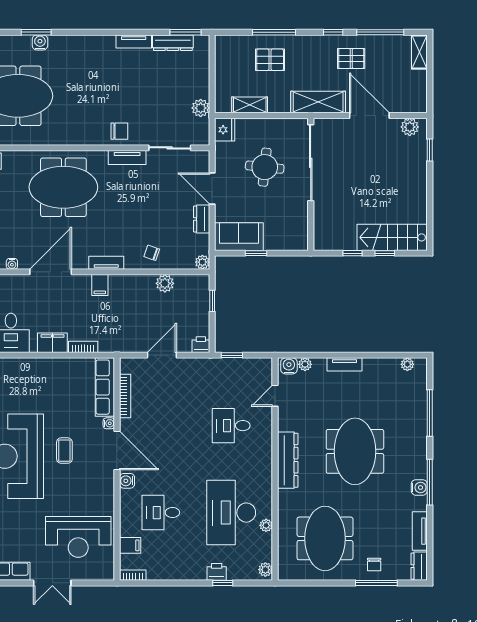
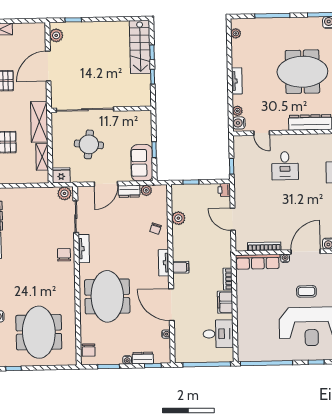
shelving: (318, 102) -> (39, 122), moved
plant: (201, 108) -> (64, 193), moved
plant: (202, 262) -> (146, 190), moved

